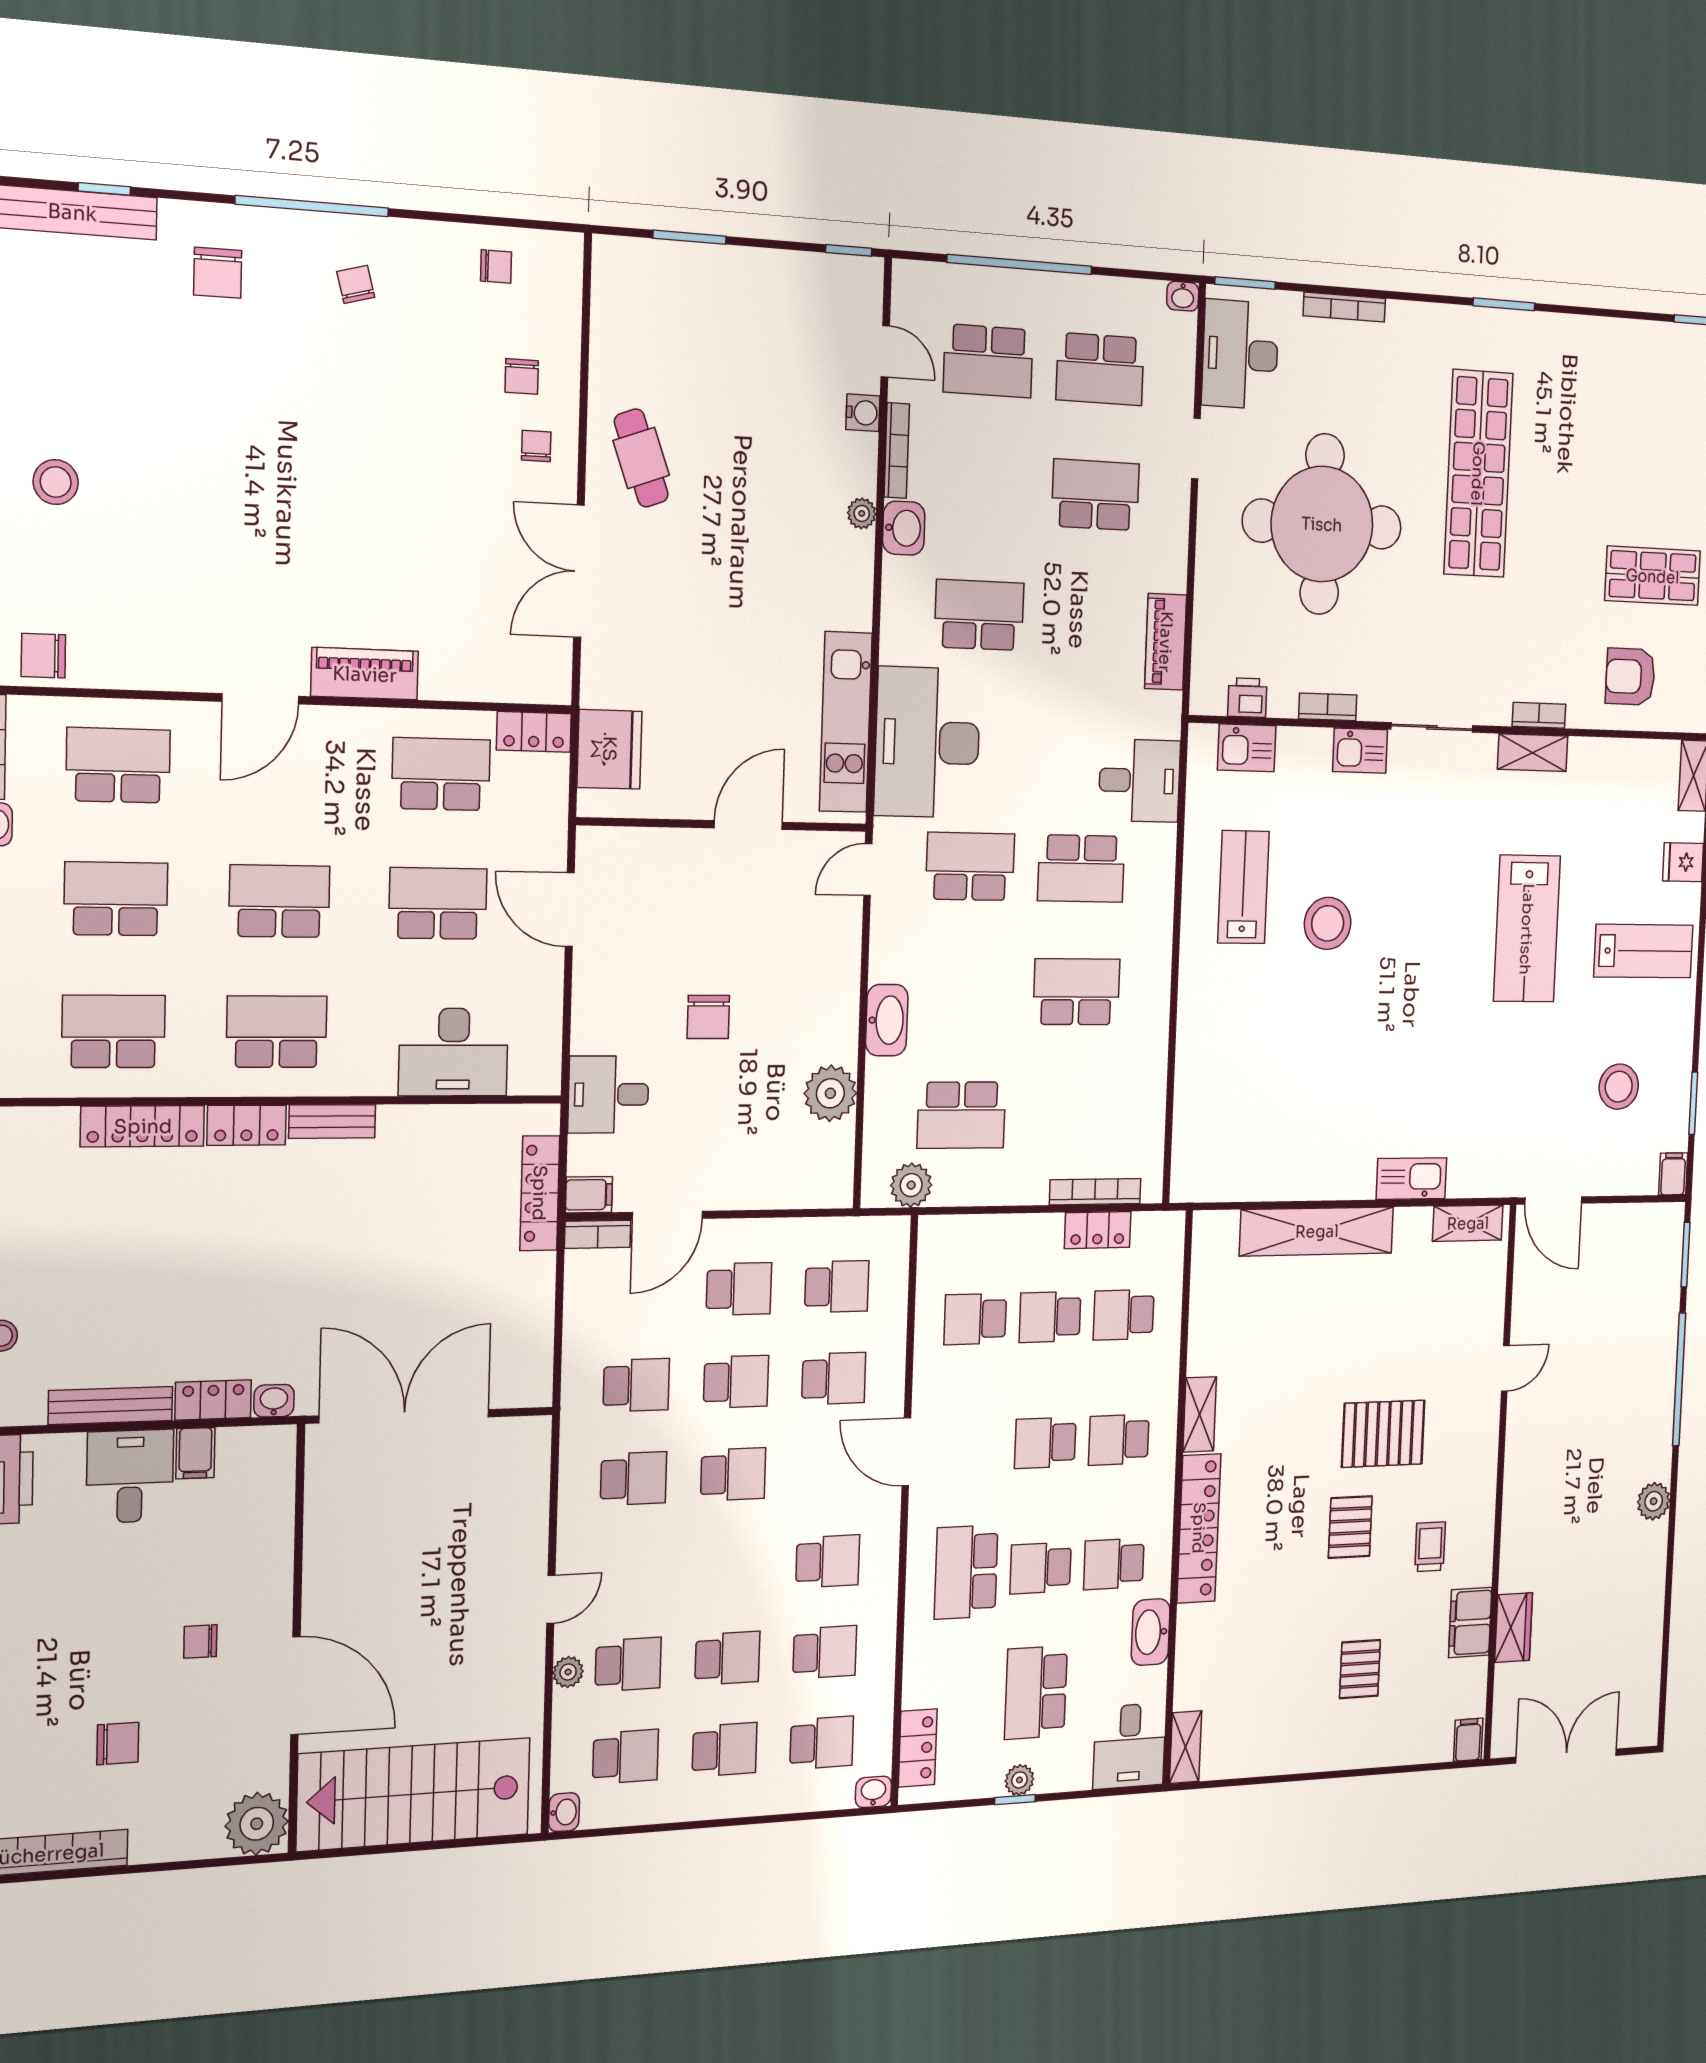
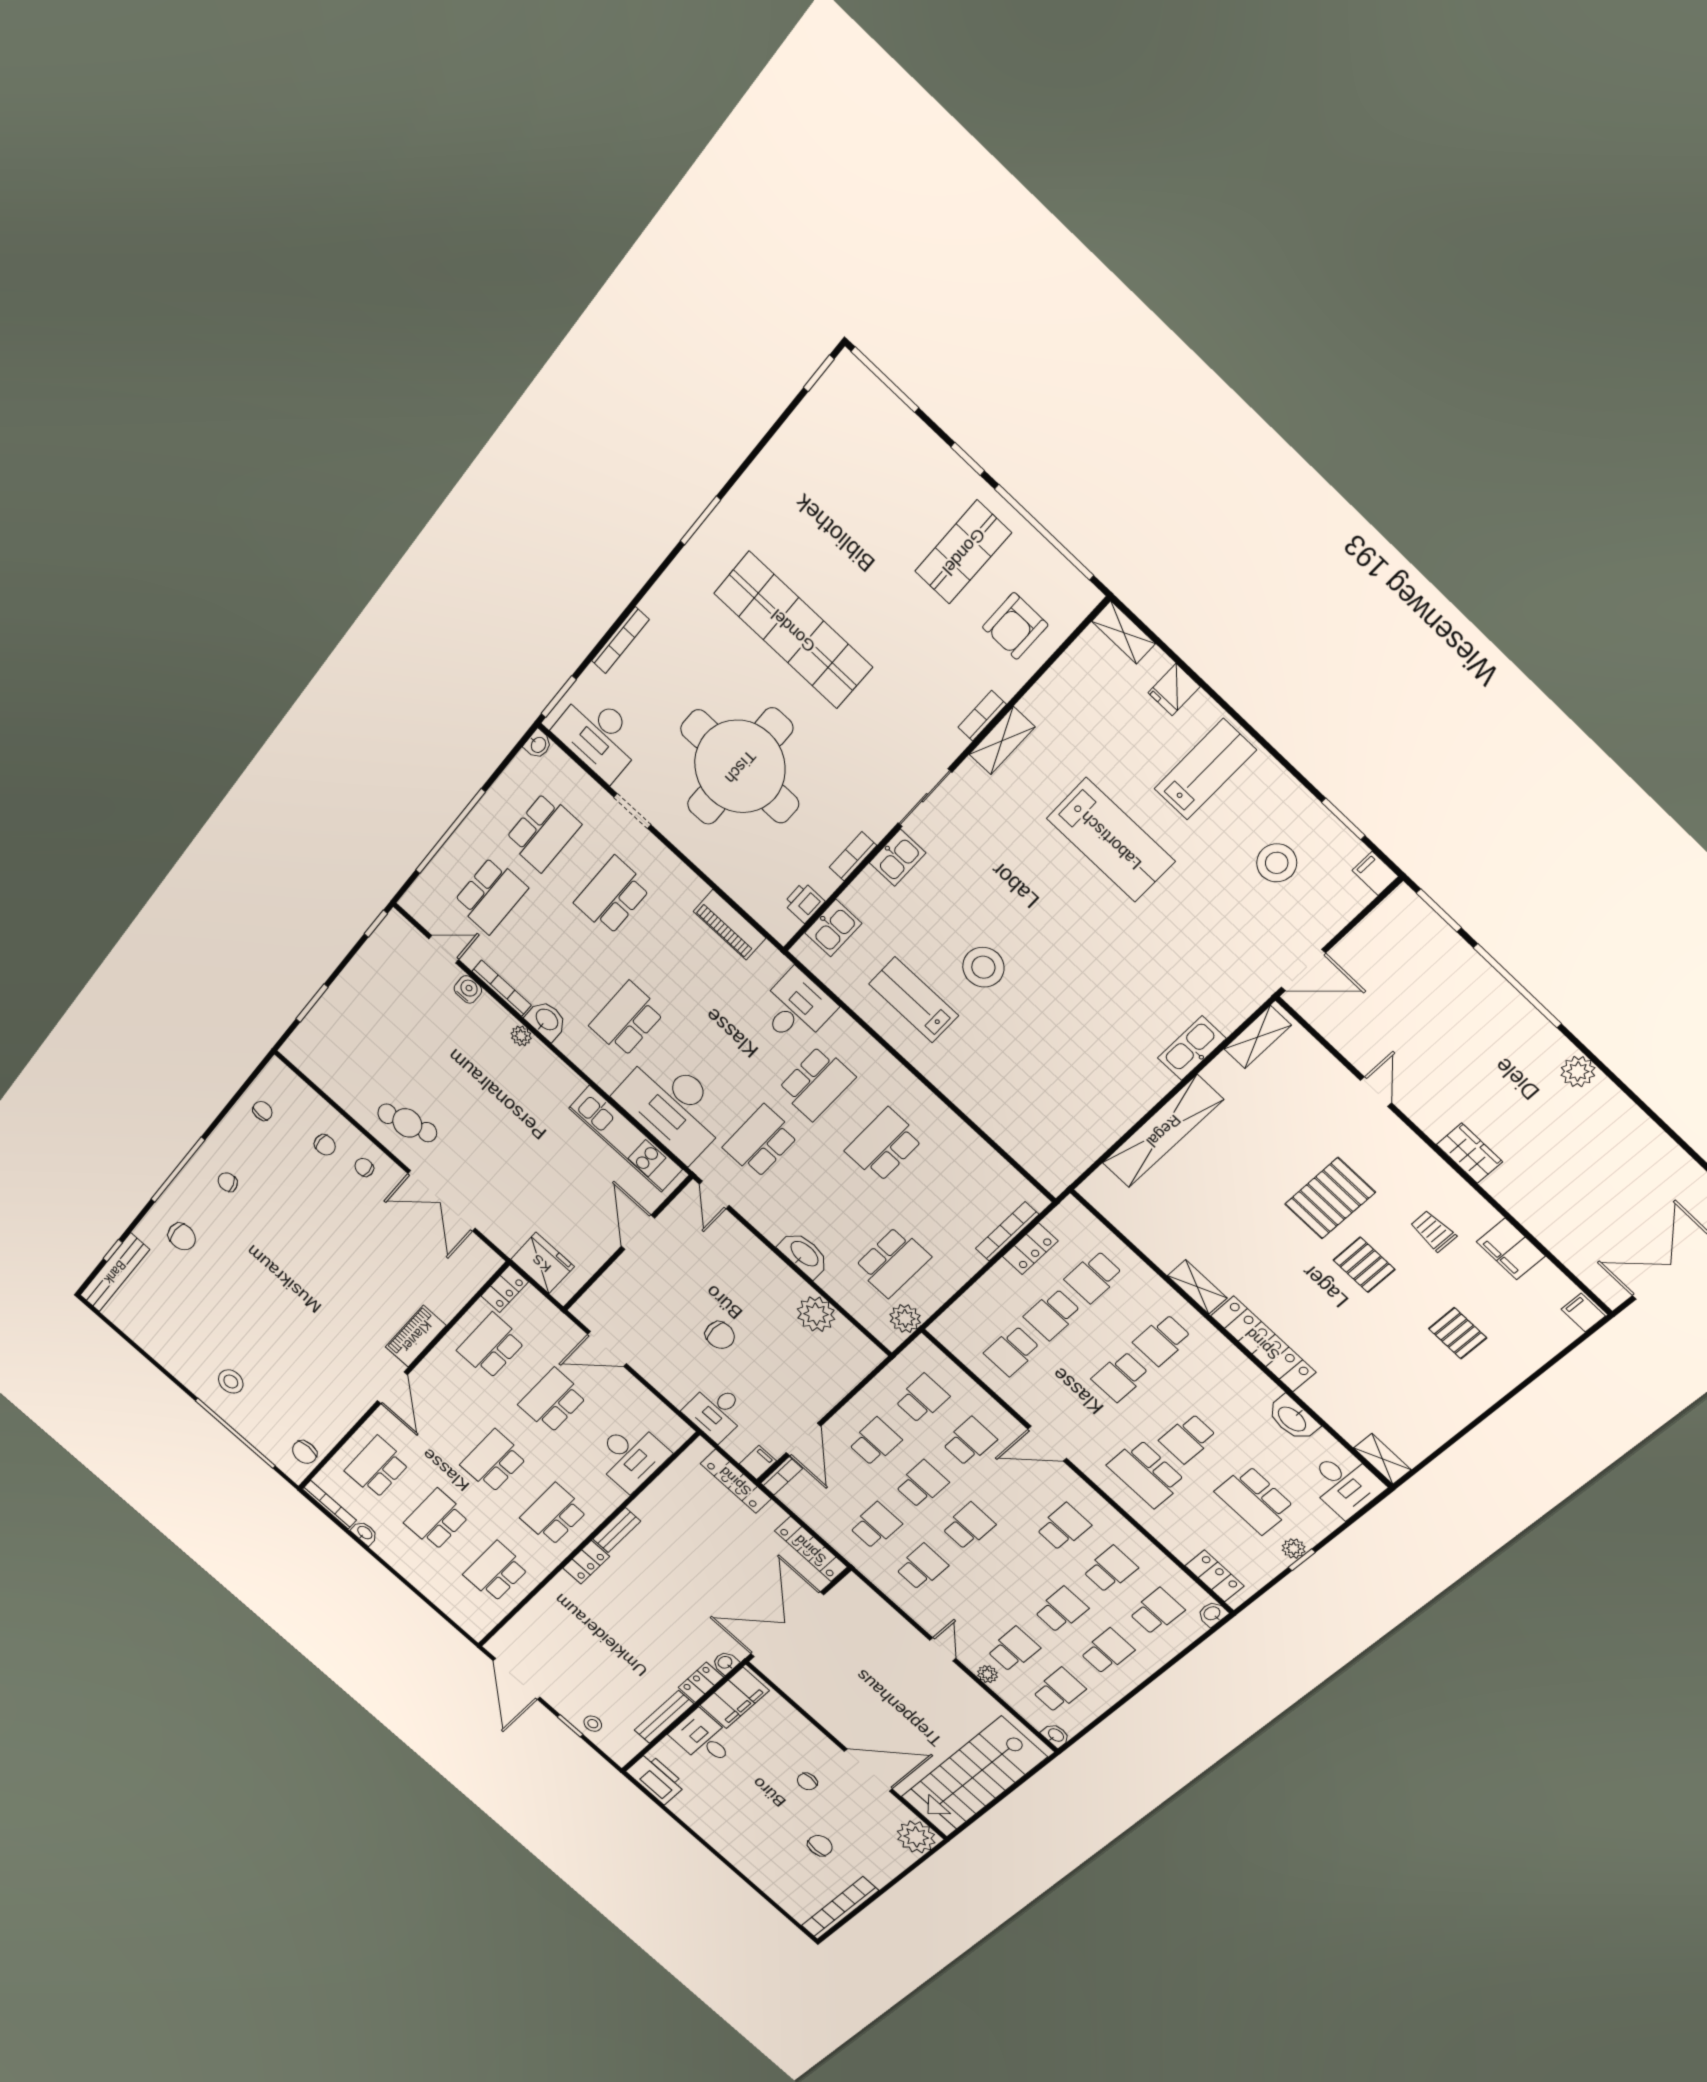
locker: (143, 1126) -> (811, 1549), moved, turned 90
filing cabinet: (195, 1453) -> (735, 1698), width x3.00, depth x1.17
school desk: (1114, 1564) -> (1230, 1403), removed
wardrobe: (1513, 1628) -> (1470, 1153), moved

